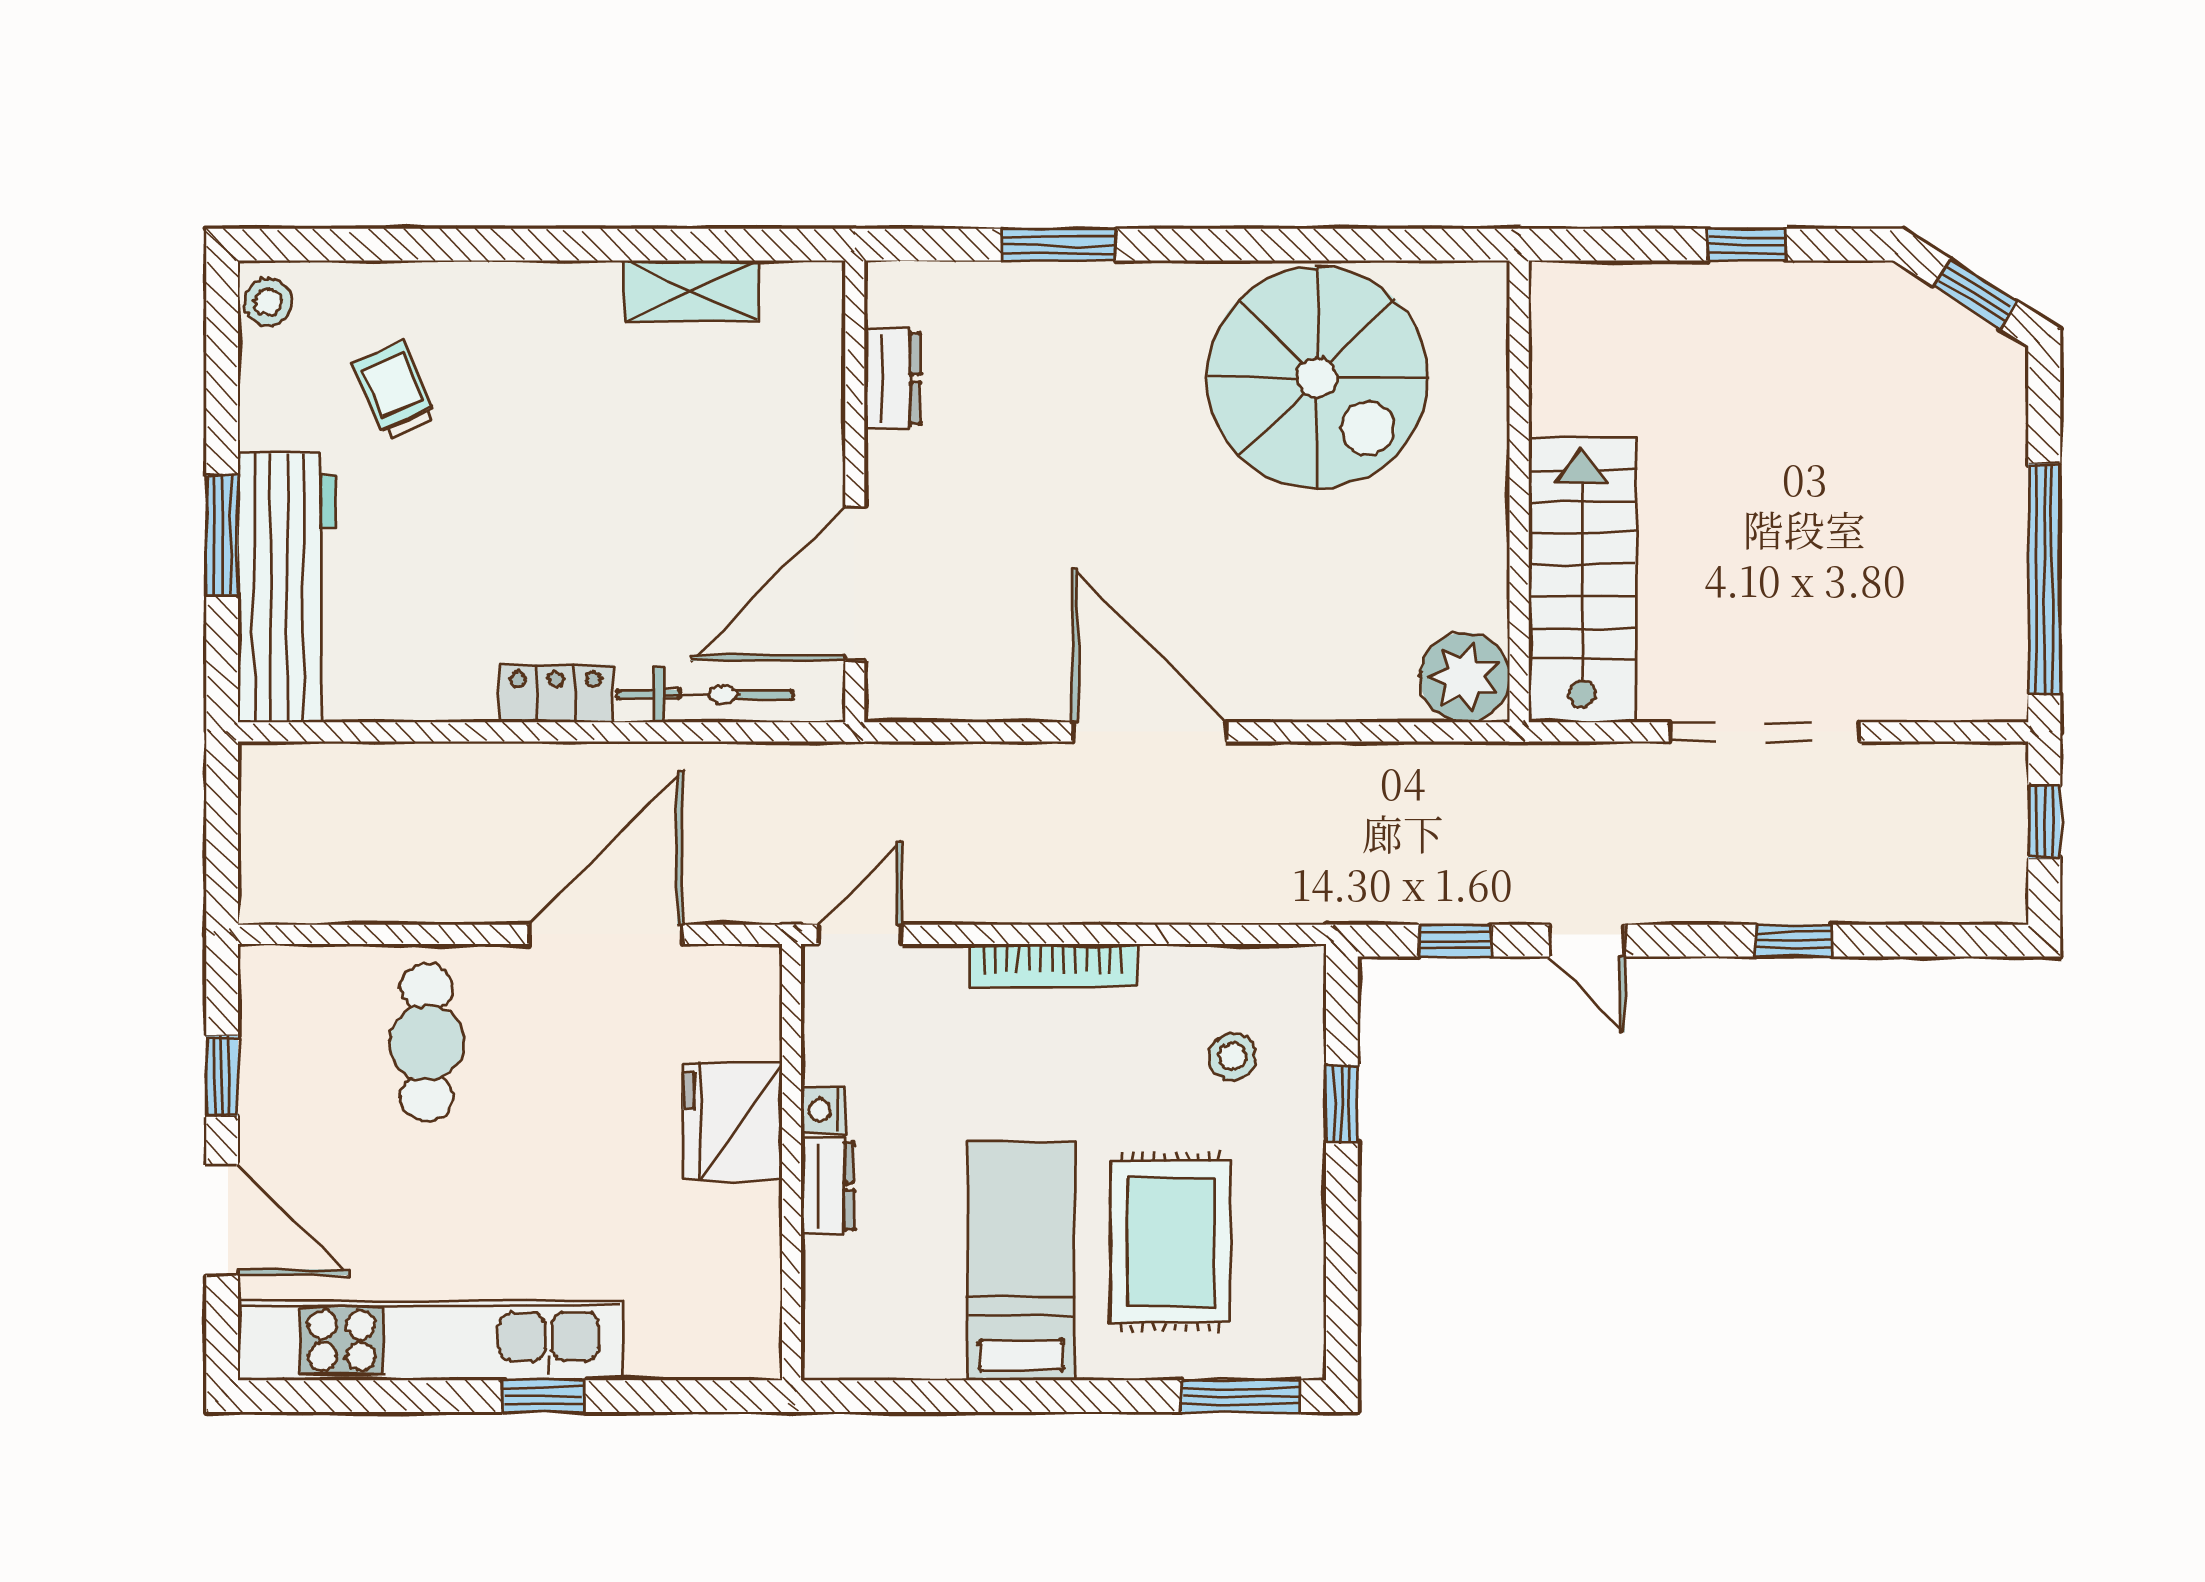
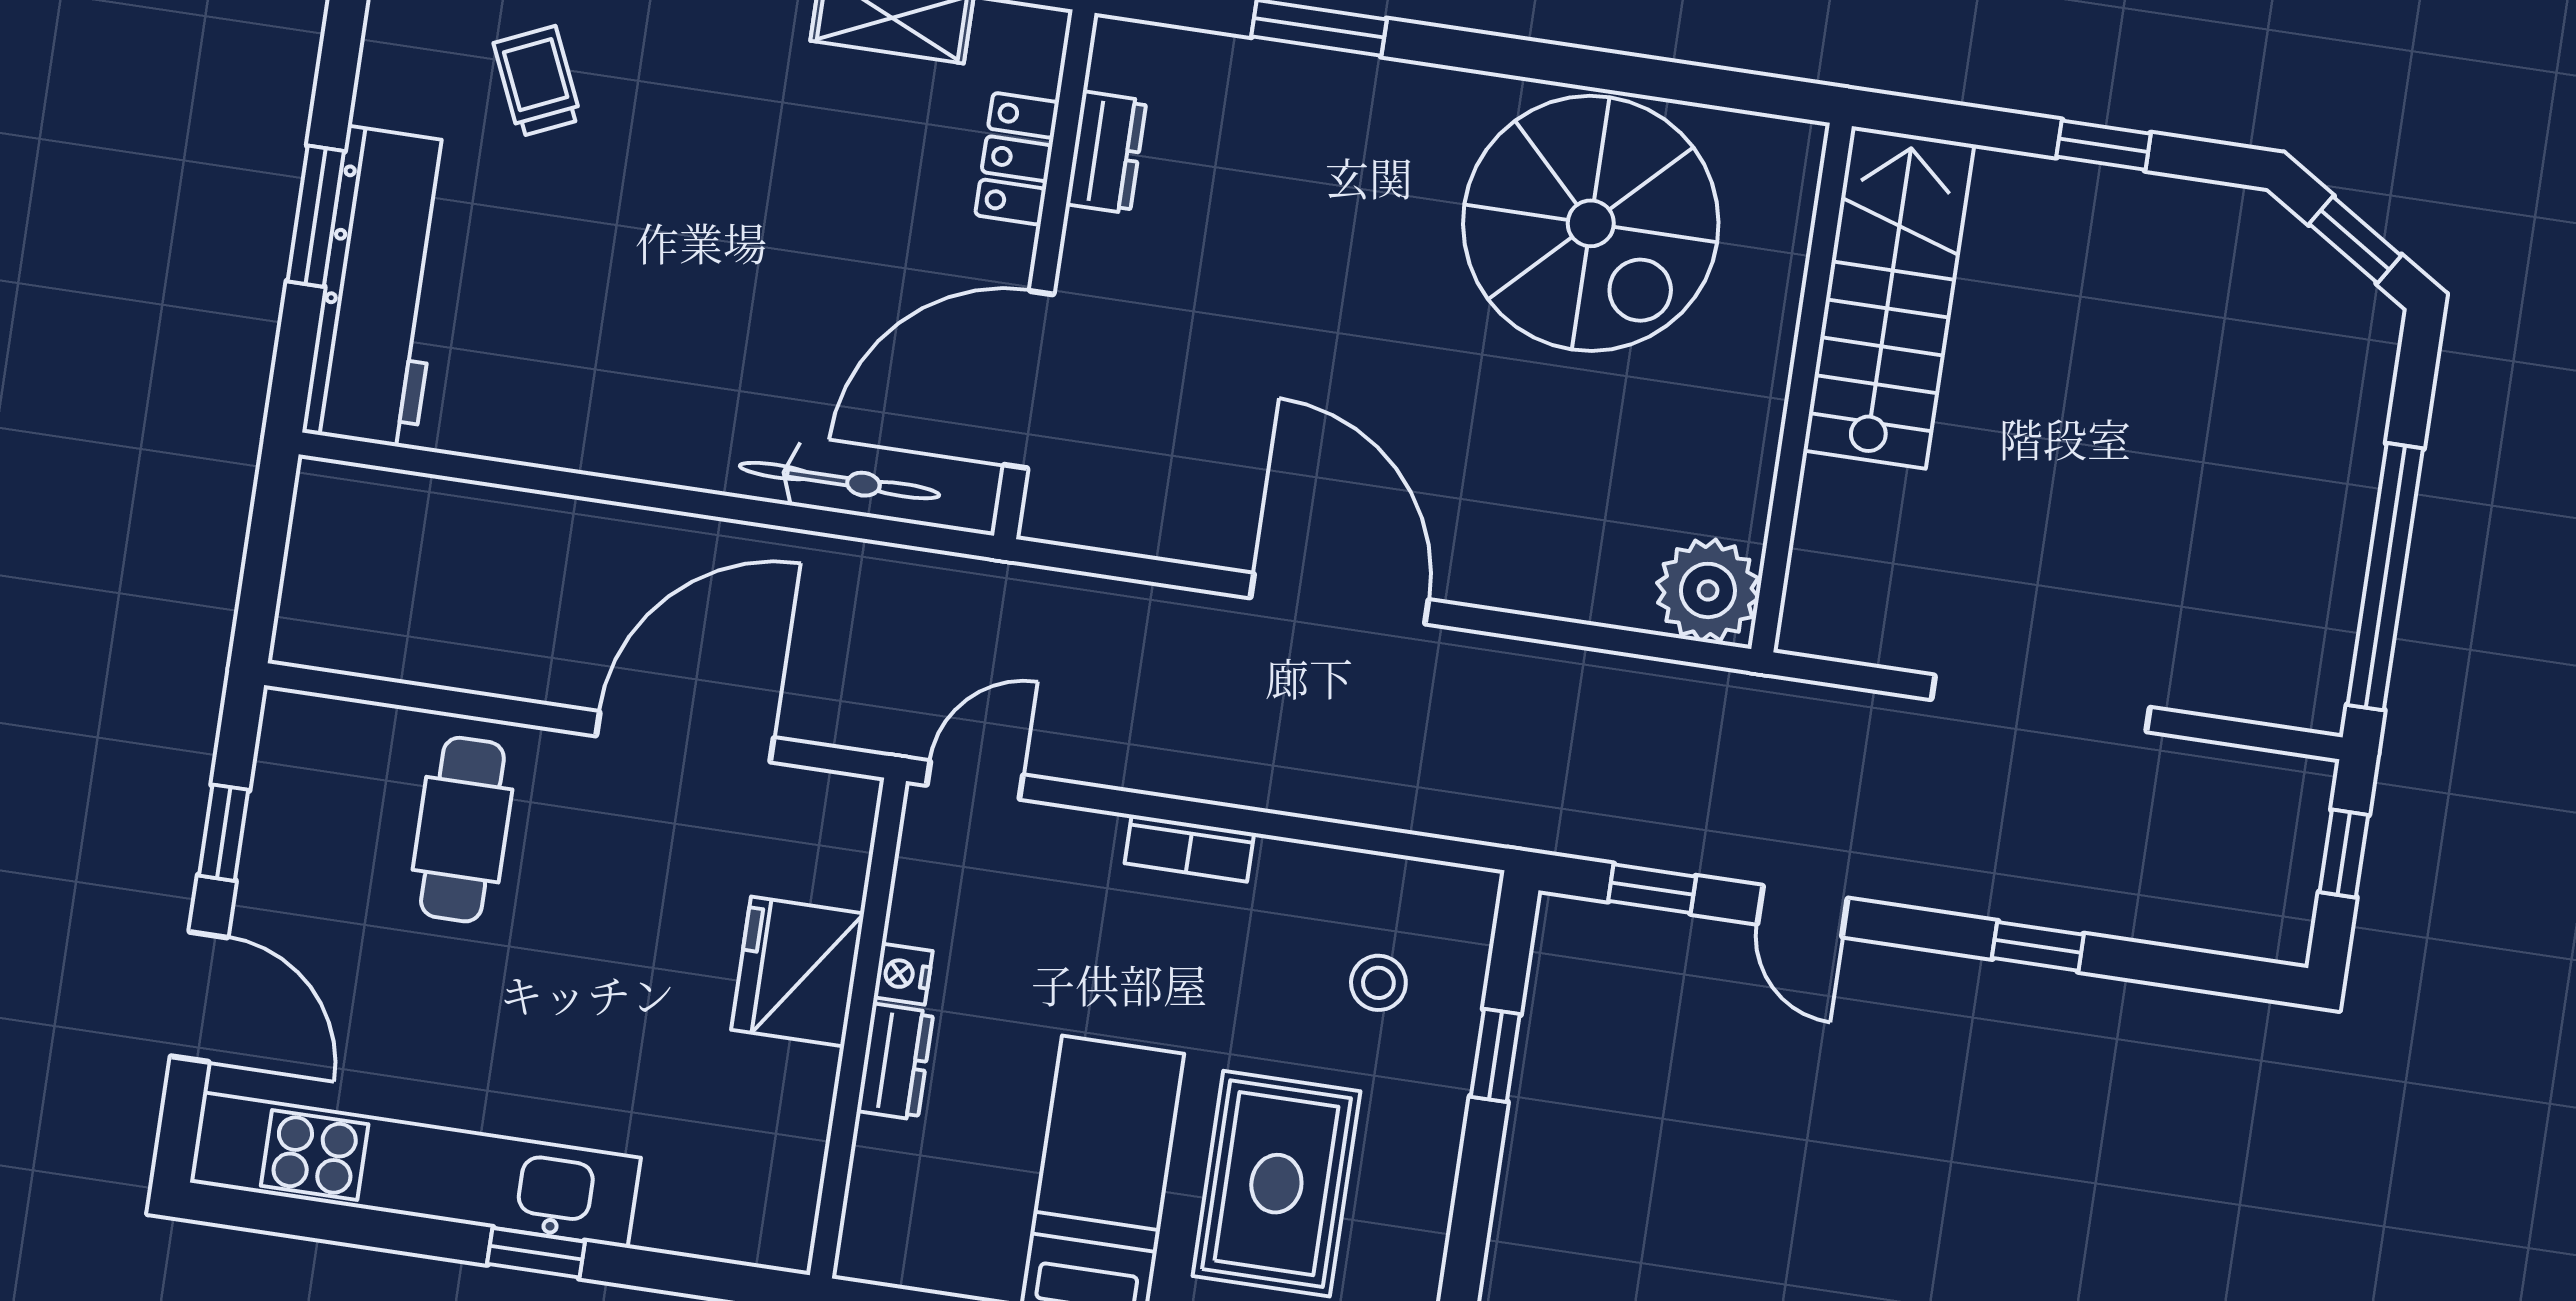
stairs: (1582, 580) -> (1889, 297), moved
locker: (556, 694) -> (1017, 159), moved, turned -90
bookcase: (1053, 965) -> (1189, 848), width x0.64

